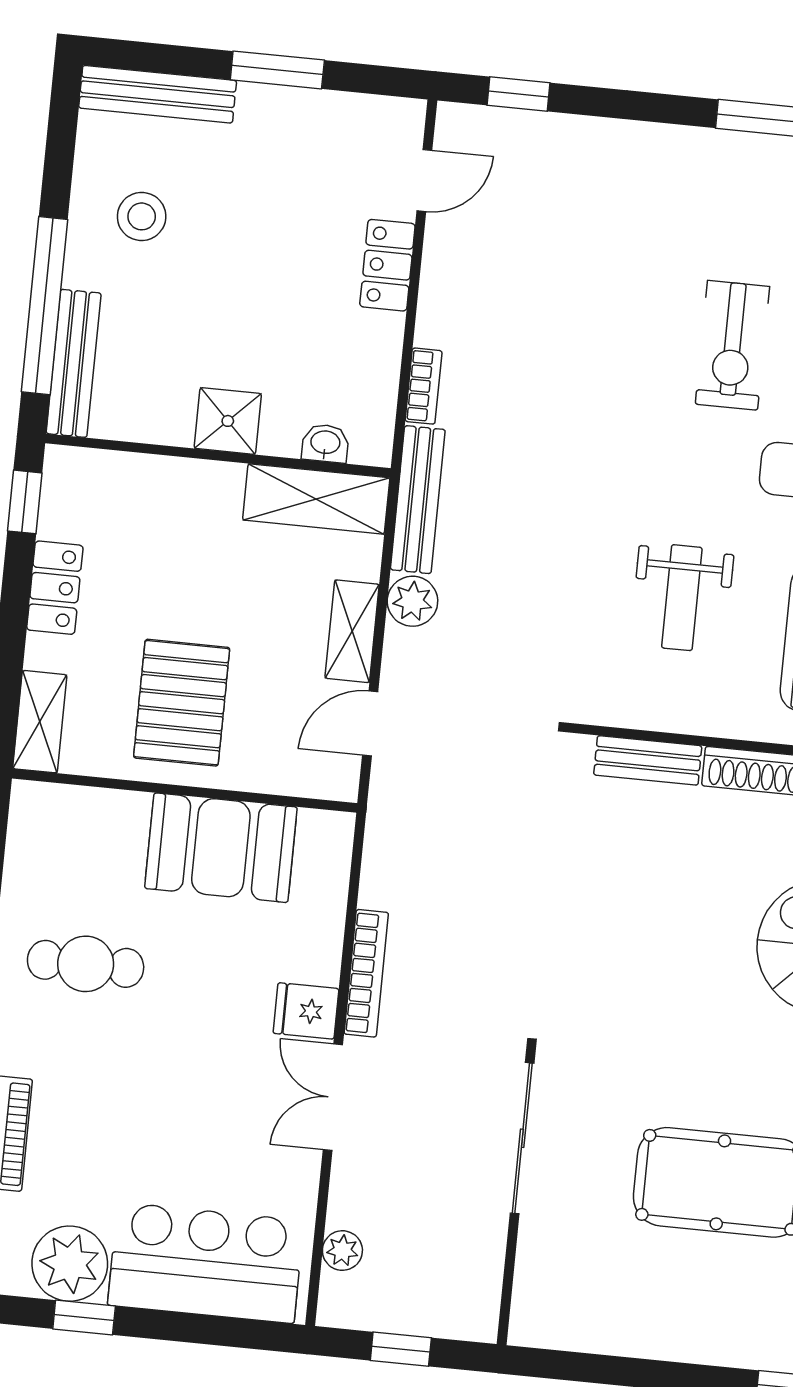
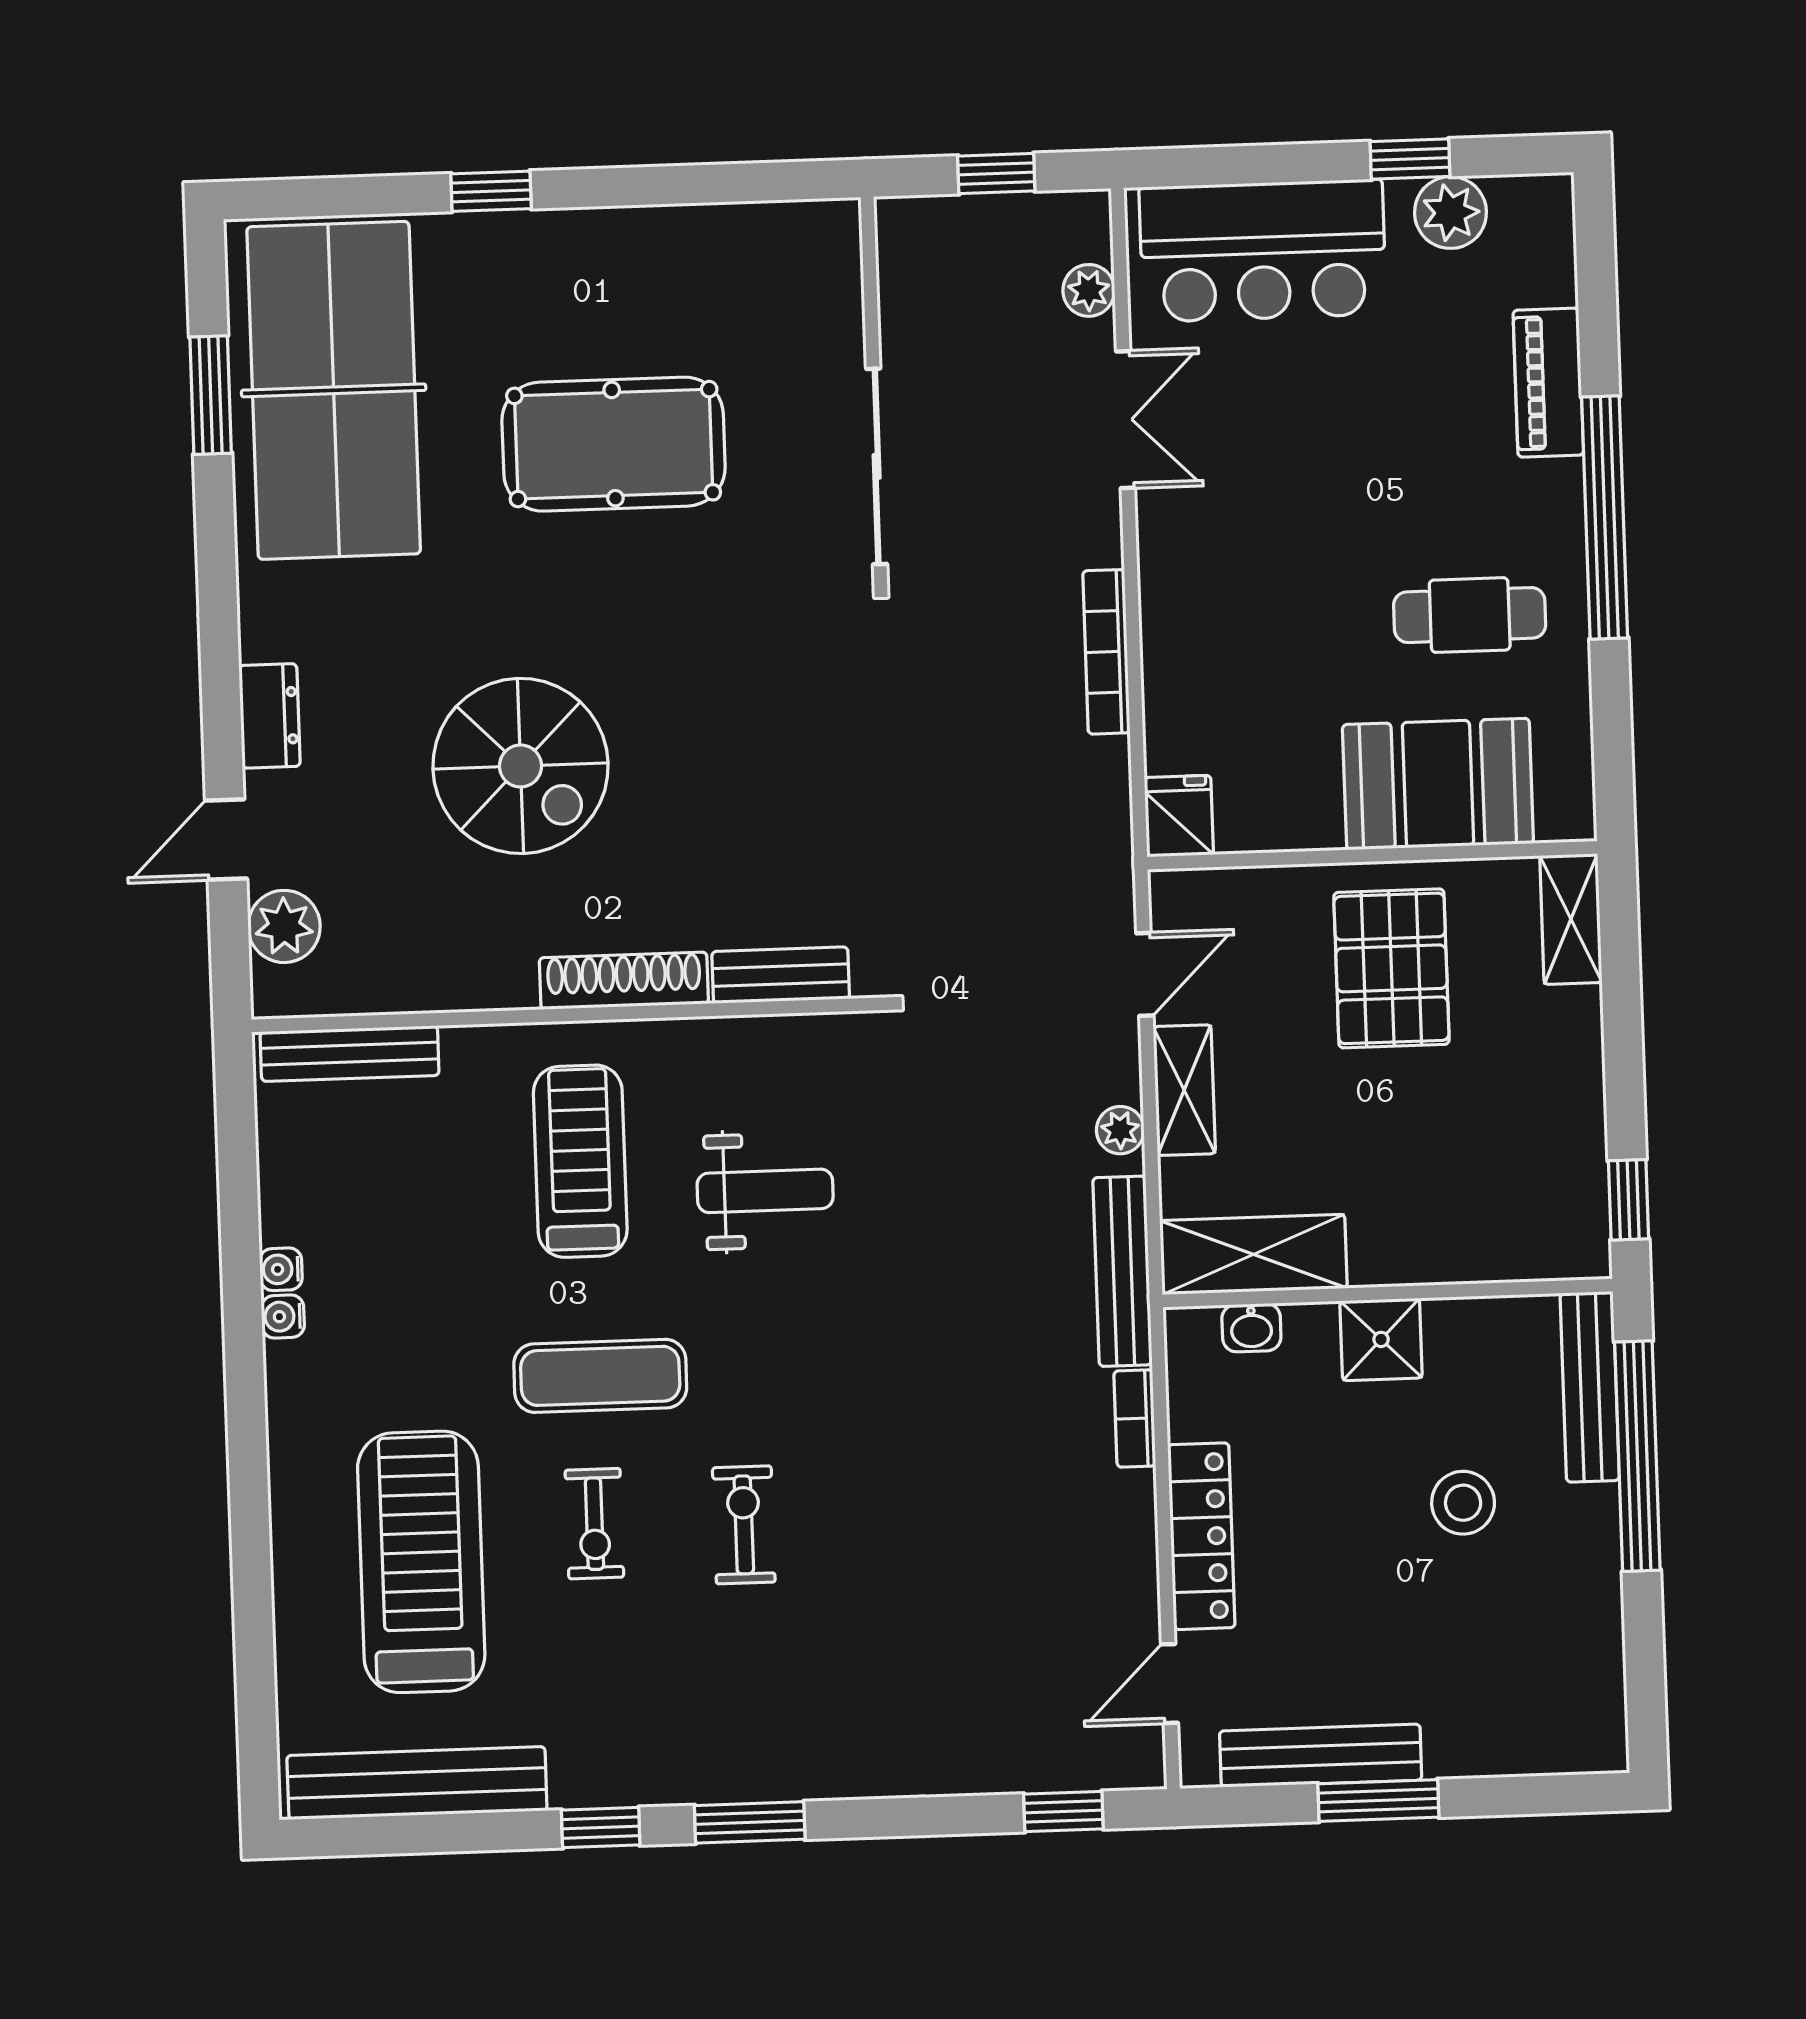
bench: (158, 94) -> (1321, 1756), moved
stool: (142, 216) -> (1463, 1503), moved
locker: (387, 265) -> (1201, 1536), width x1.53
exercise bike: (733, 345) -> (744, 1525), width x0.73, depth x0.72
locker: (55, 588) -> (1575, 1094), removed
weight bench: (682, 598) -> (765, 1191), turned 90
plant: (412, 601) -> (1120, 1130), width x0.73, depth x0.73
booth: (221, 848) -> (1438, 784), moved
fridge: (306, 1011) -> (1179, 816), moved, turned -90
double door: (333, 1097) -> (1125, 420), moved
plant: (70, 1264) -> (1451, 213), width x0.73, depth x0.73

